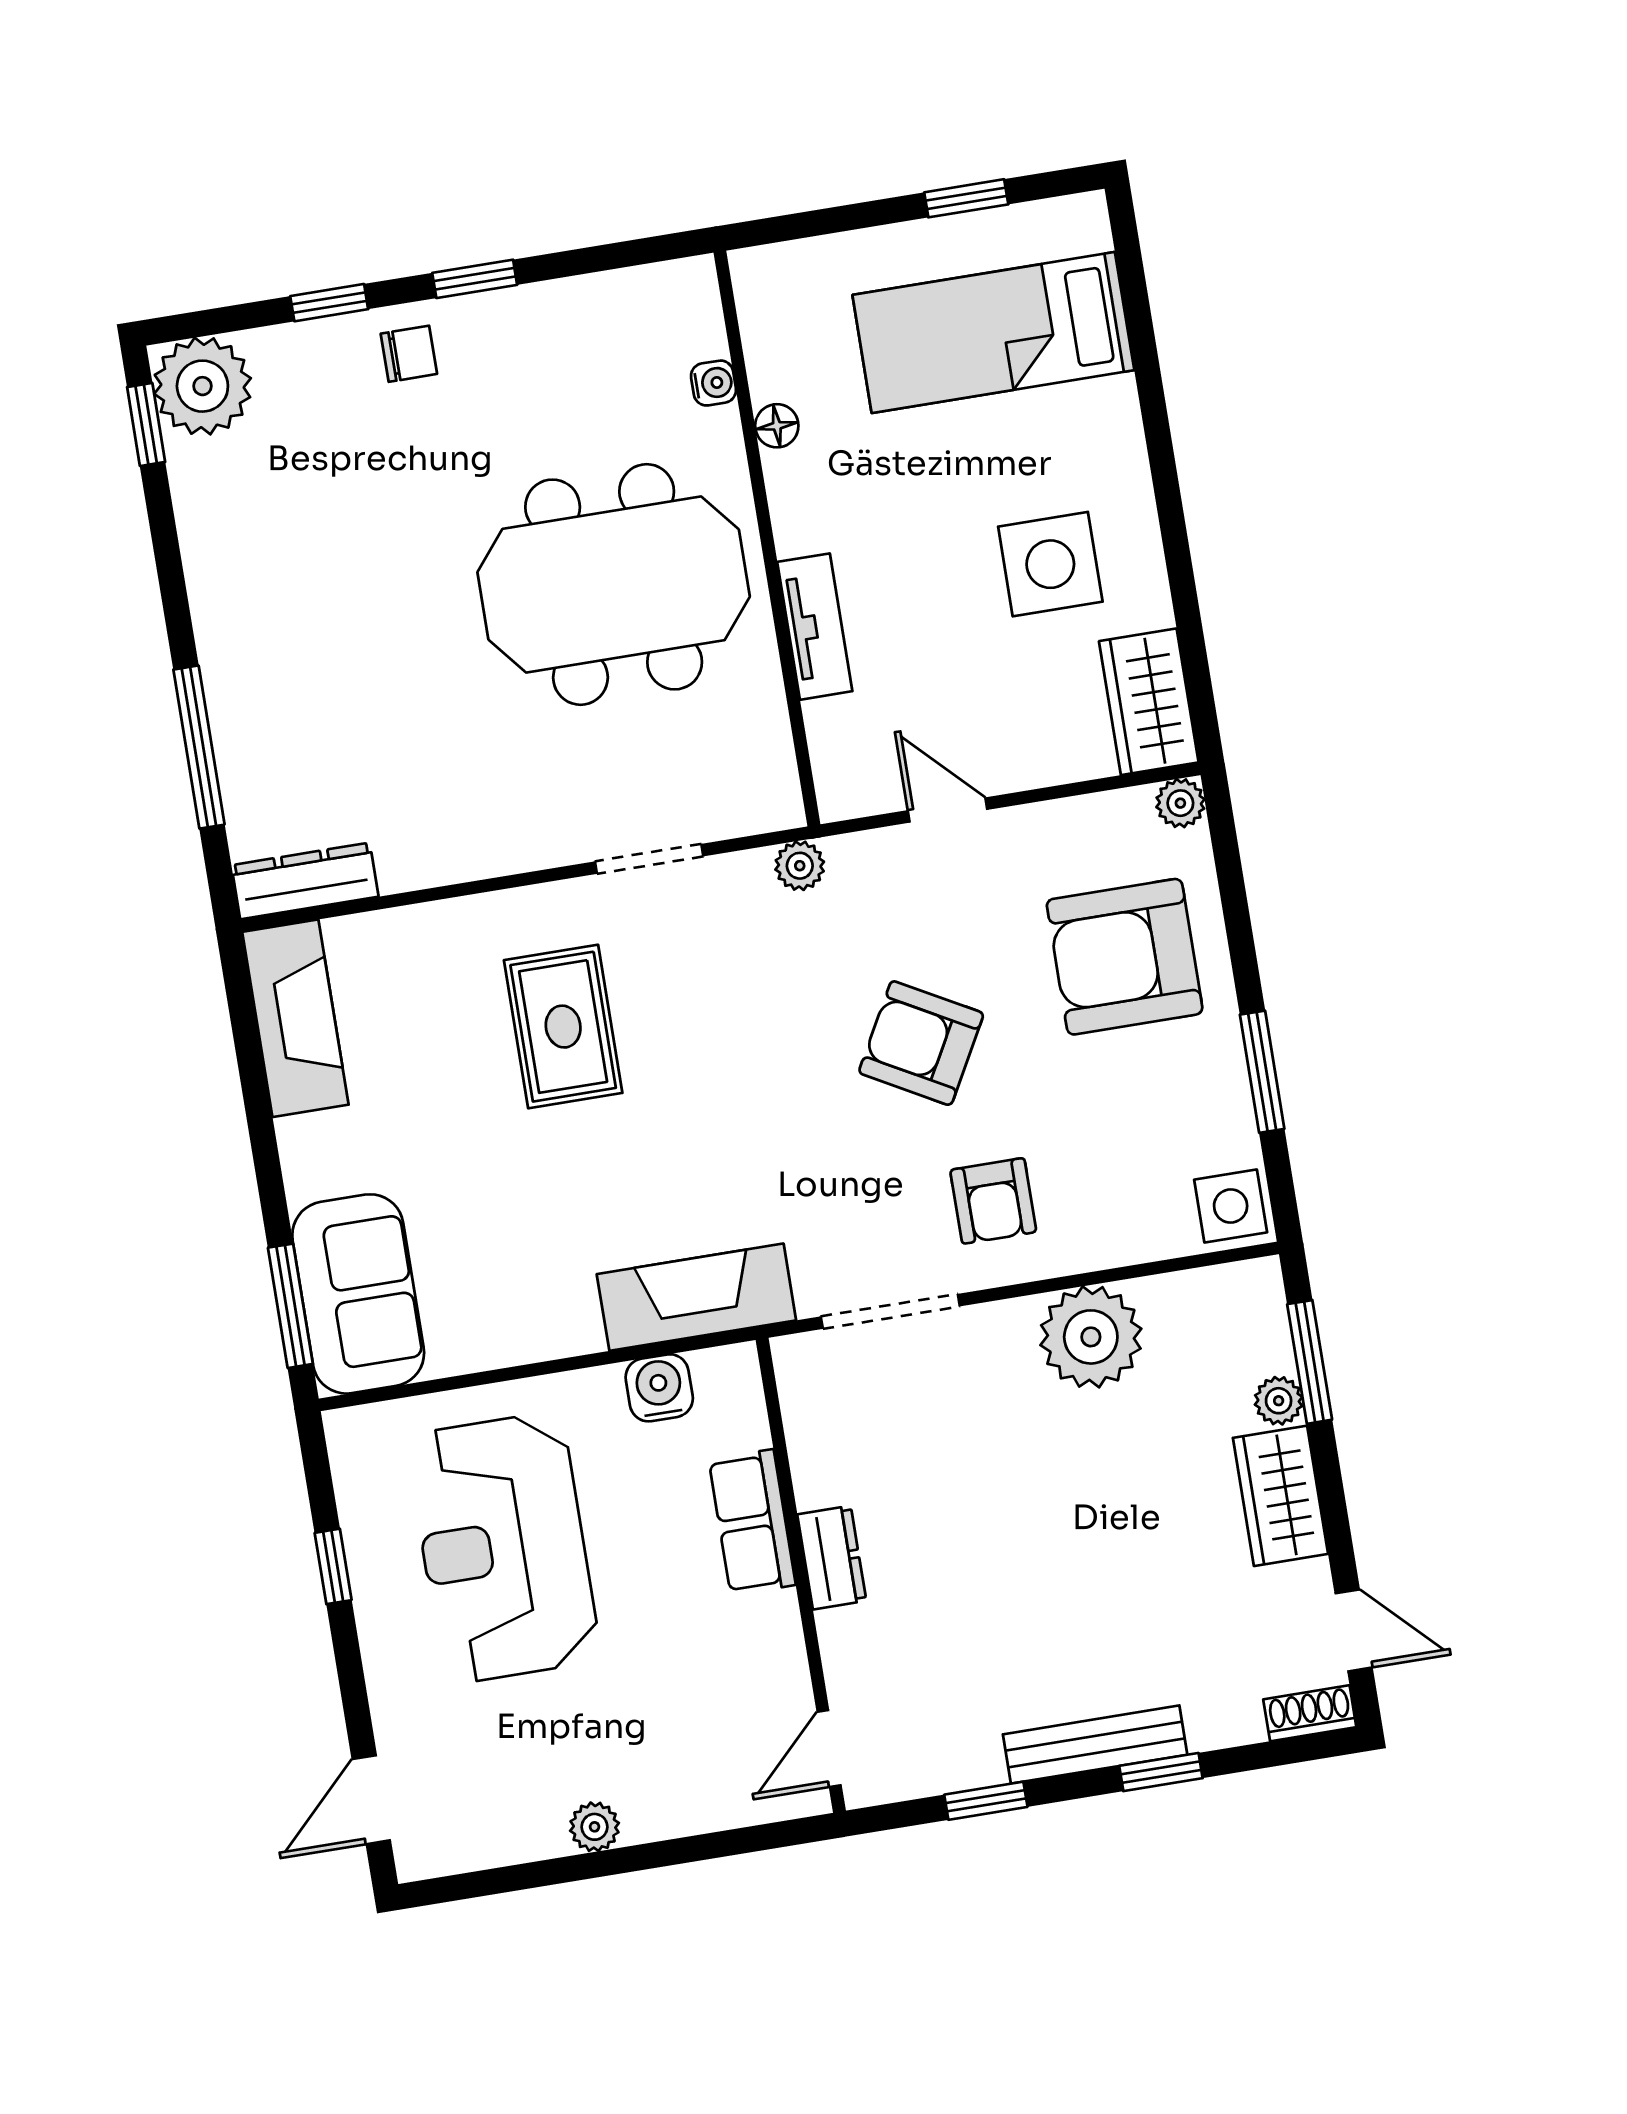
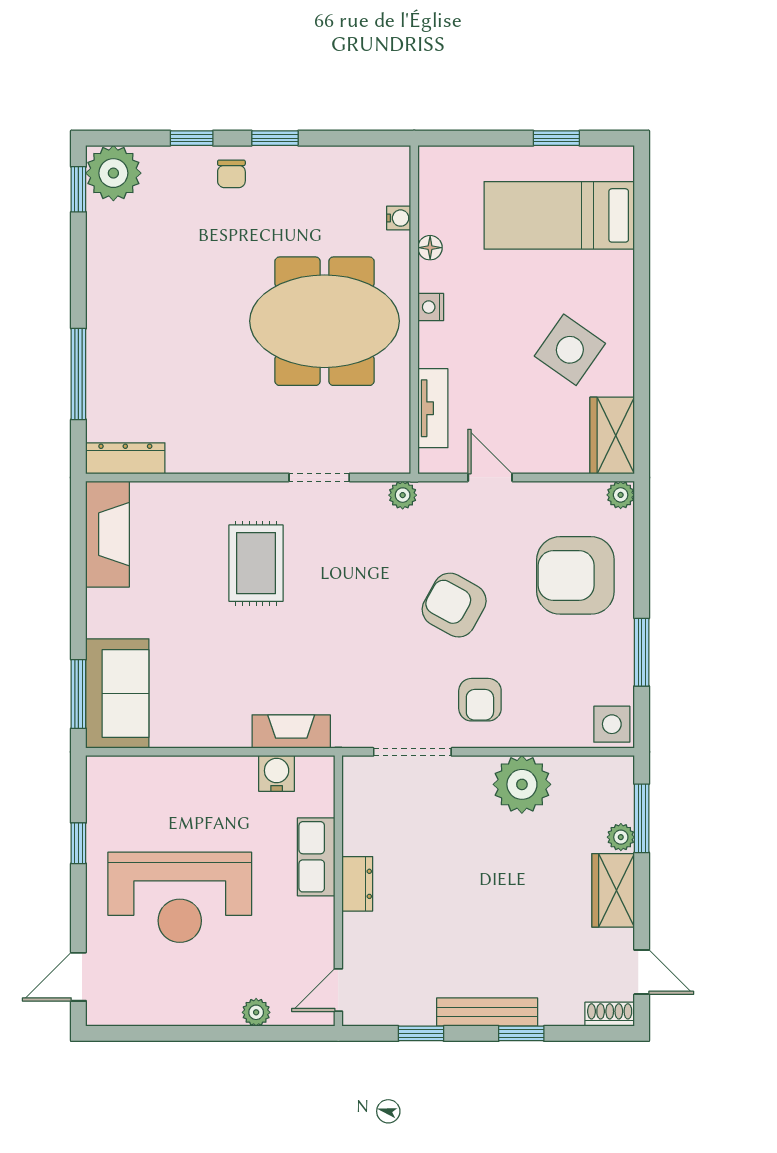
chair: (409, 354) -> (231, 174), turned 90
nightstand: (795, 529) -> (431, 307), added
side table: (1050, 564) -> (570, 350), turned 35
tv unit: (815, 627) -> (433, 408), moved
fireplace: (696, 1297) -> (291, 732), width x0.73, depth x0.76
reception desk: (503, 1548) -> (180, 897), moved, turned -90
plant: (595, 1827) -> (256, 1012), moved

